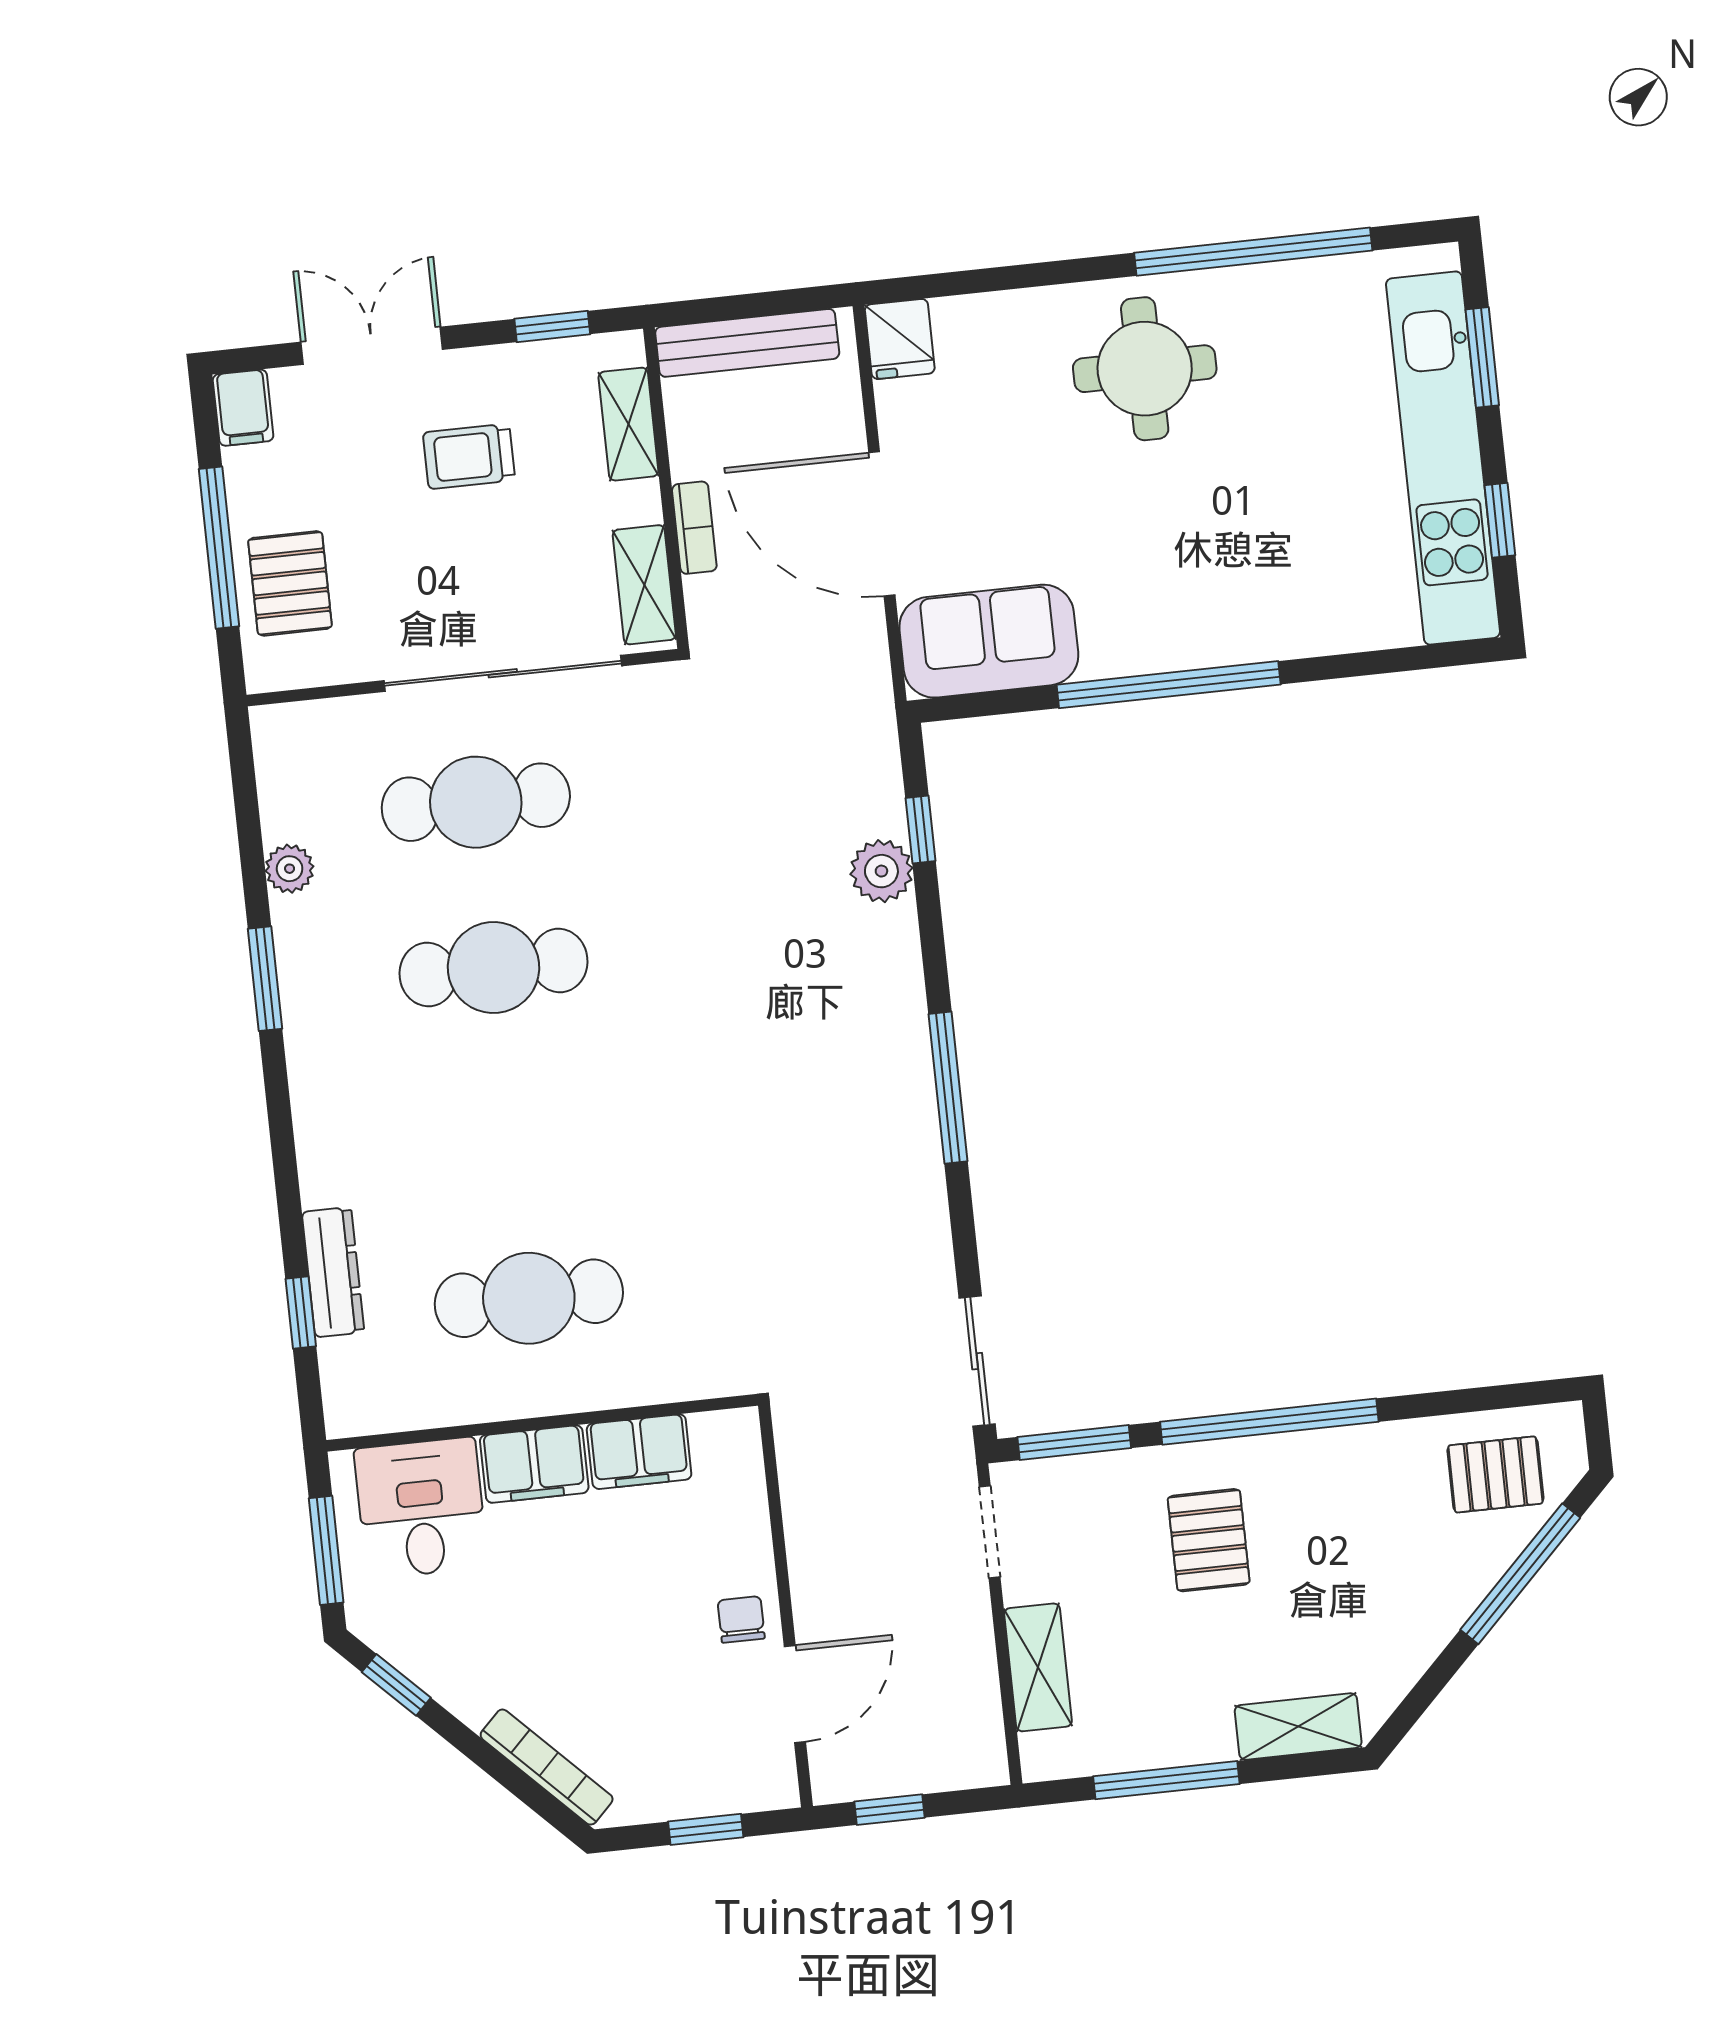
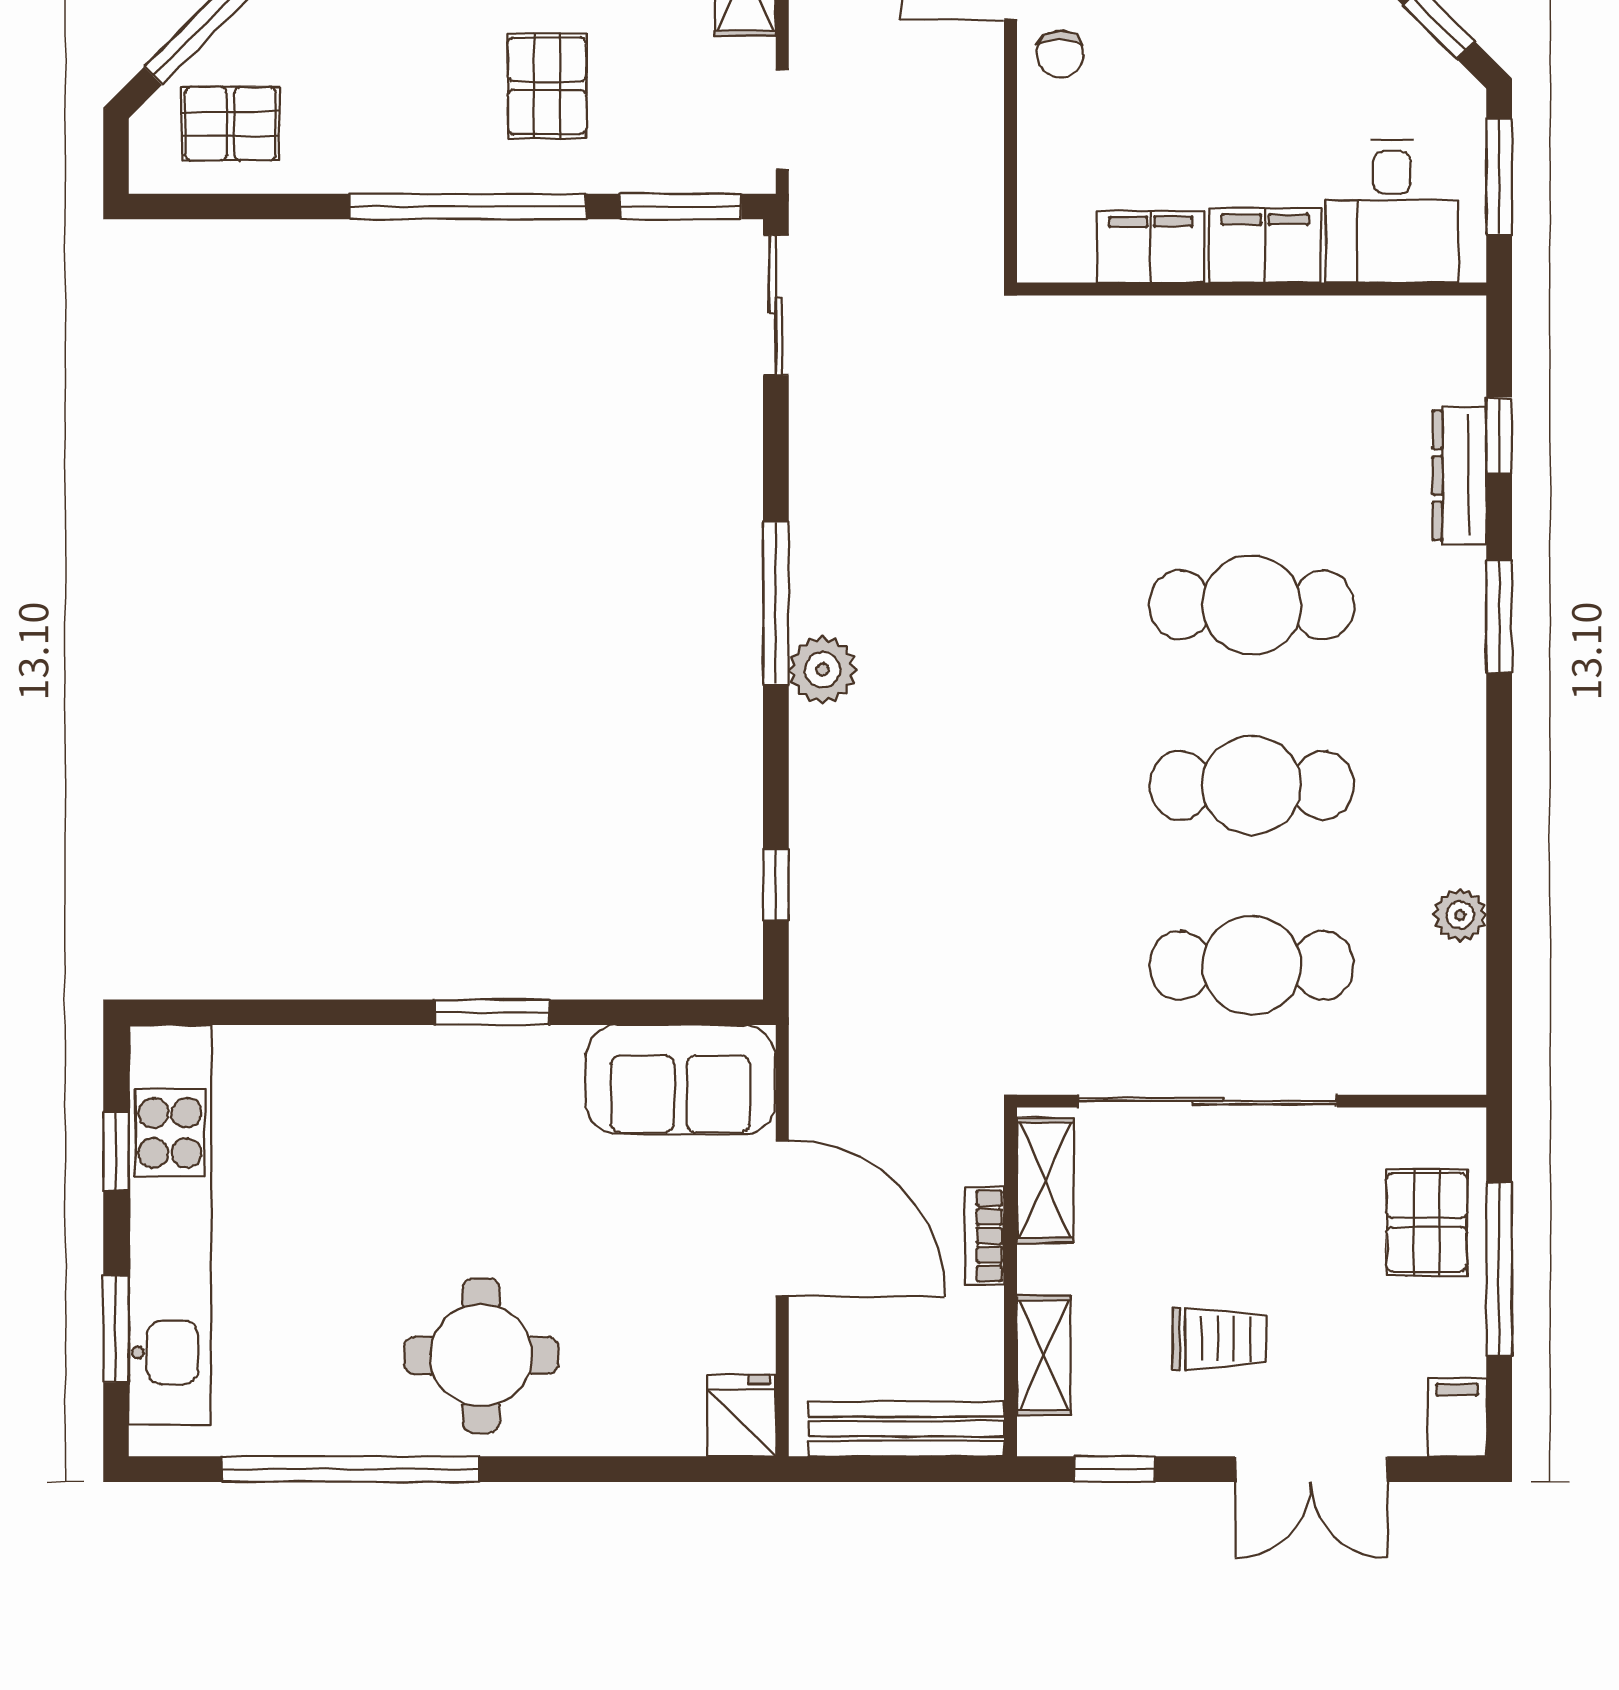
window: (1169, 685) -> (492, 1012), width x0.47
plant: (881, 871) -> (823, 670), moved
window: (265, 979) -> (1499, 617), moved
cafe table: (529, 1298) -> (1252, 605), moved

